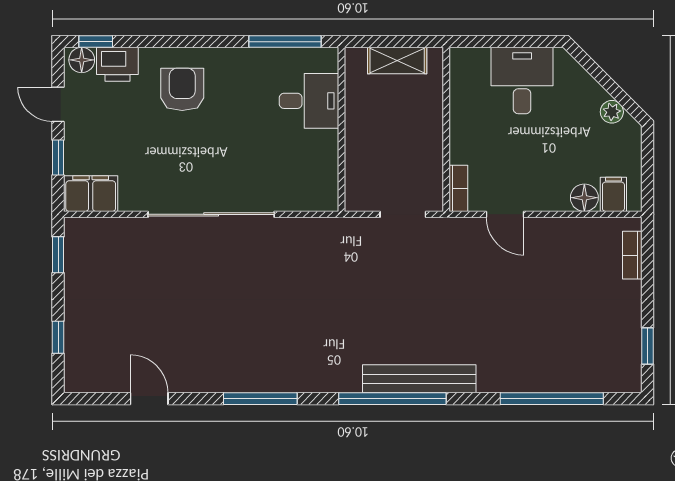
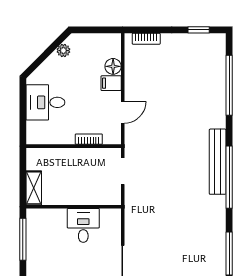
shelving: (397, 61) -> (34, 188), moved
desk: (309, 101) -> (83, 225), moved
bookcase: (458, 188) -> (89, 139), moved
filing cabinet: (613, 194) -> (111, 83), moved

